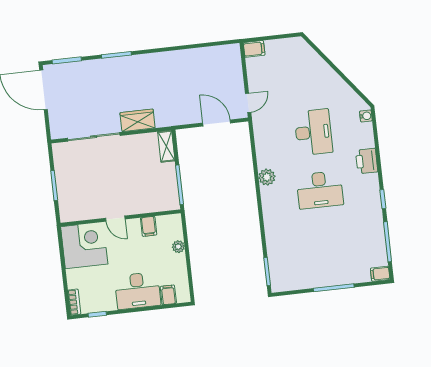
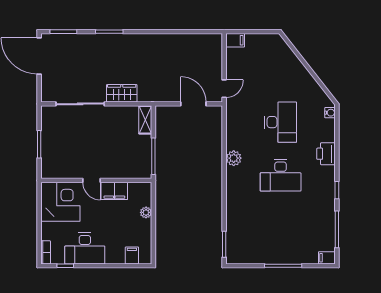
filing cabinet: (149, 226) -> (114, 191), width x2.00
desk: (138, 291) -> (85, 248), moved

